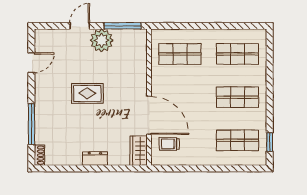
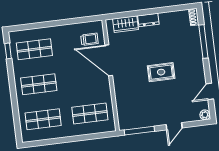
plant: (102, 40) -> (205, 115), moved, width x0.53, depth x0.53
wardrobe: (139, 151) -> (126, 24), moved, turned 90

